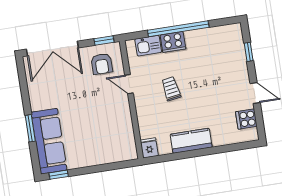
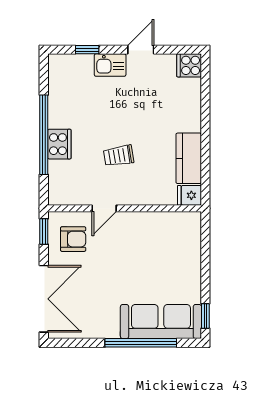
kitchen sink: (148, 46) -> (110, 65), moved, turned 90
cooker: (246, 119) -> (189, 65), moved, turned 90
window: (30, 128) -> (141, 343), width x2.11
kitchen counter: (191, 141) -> (189, 158), moved

